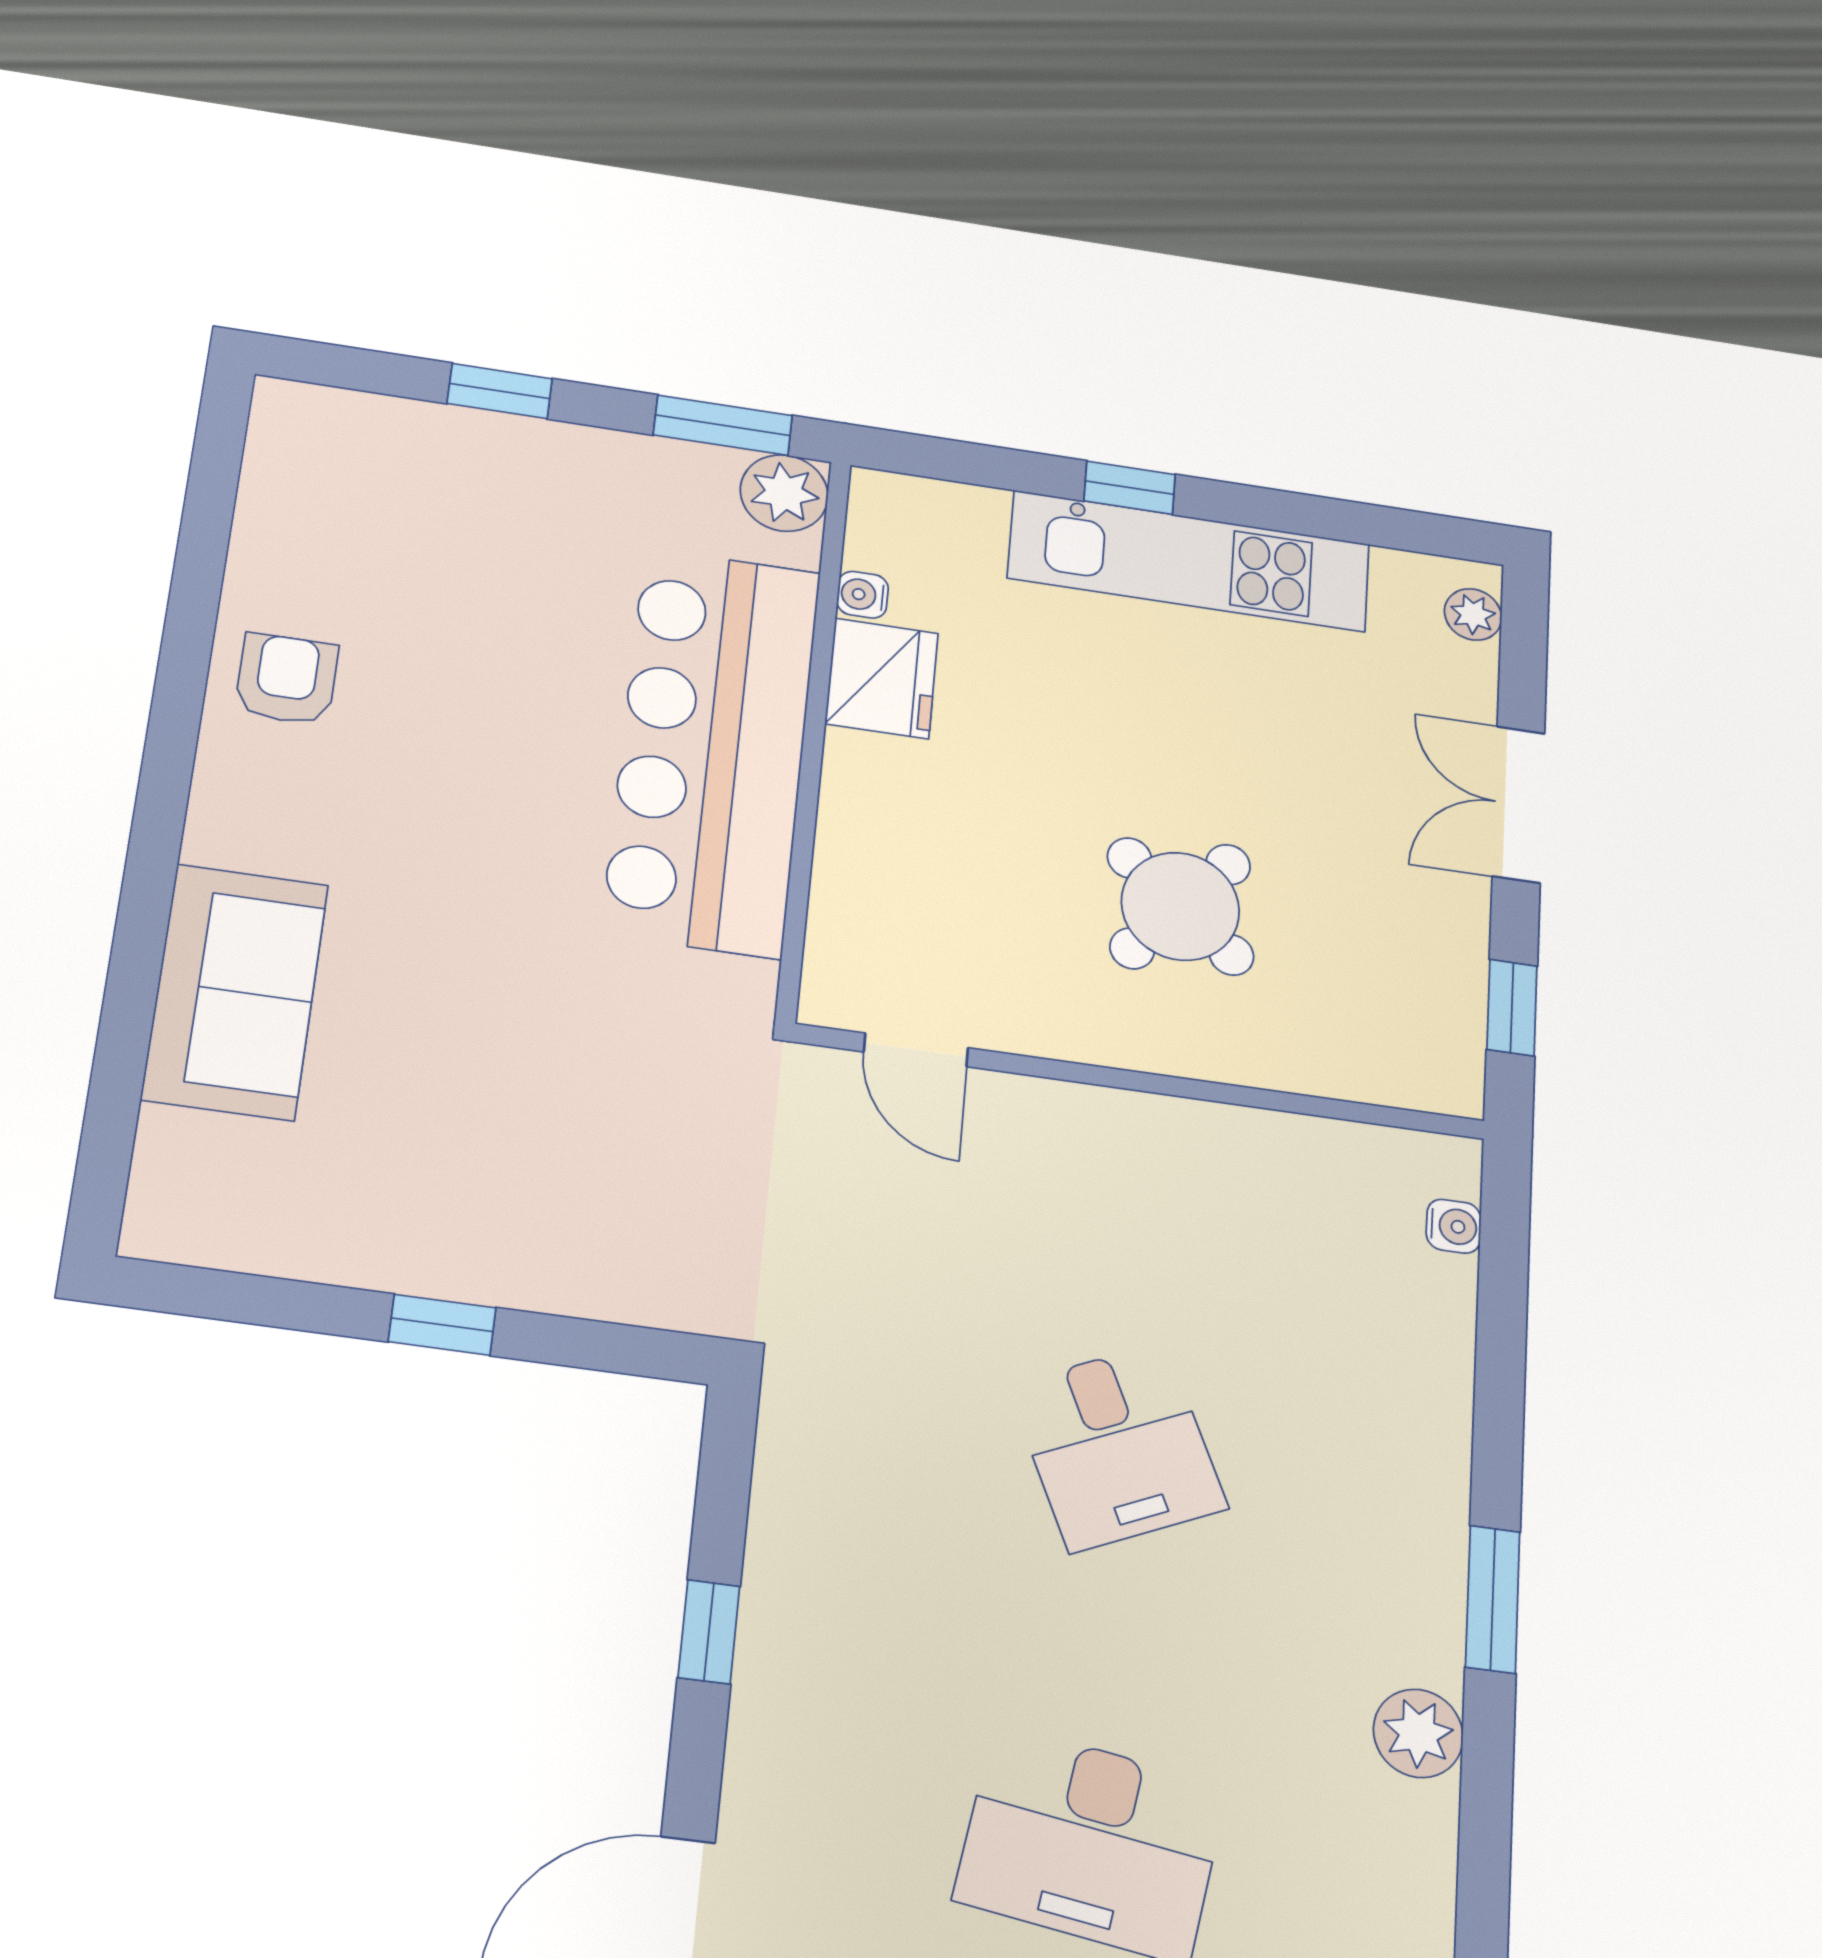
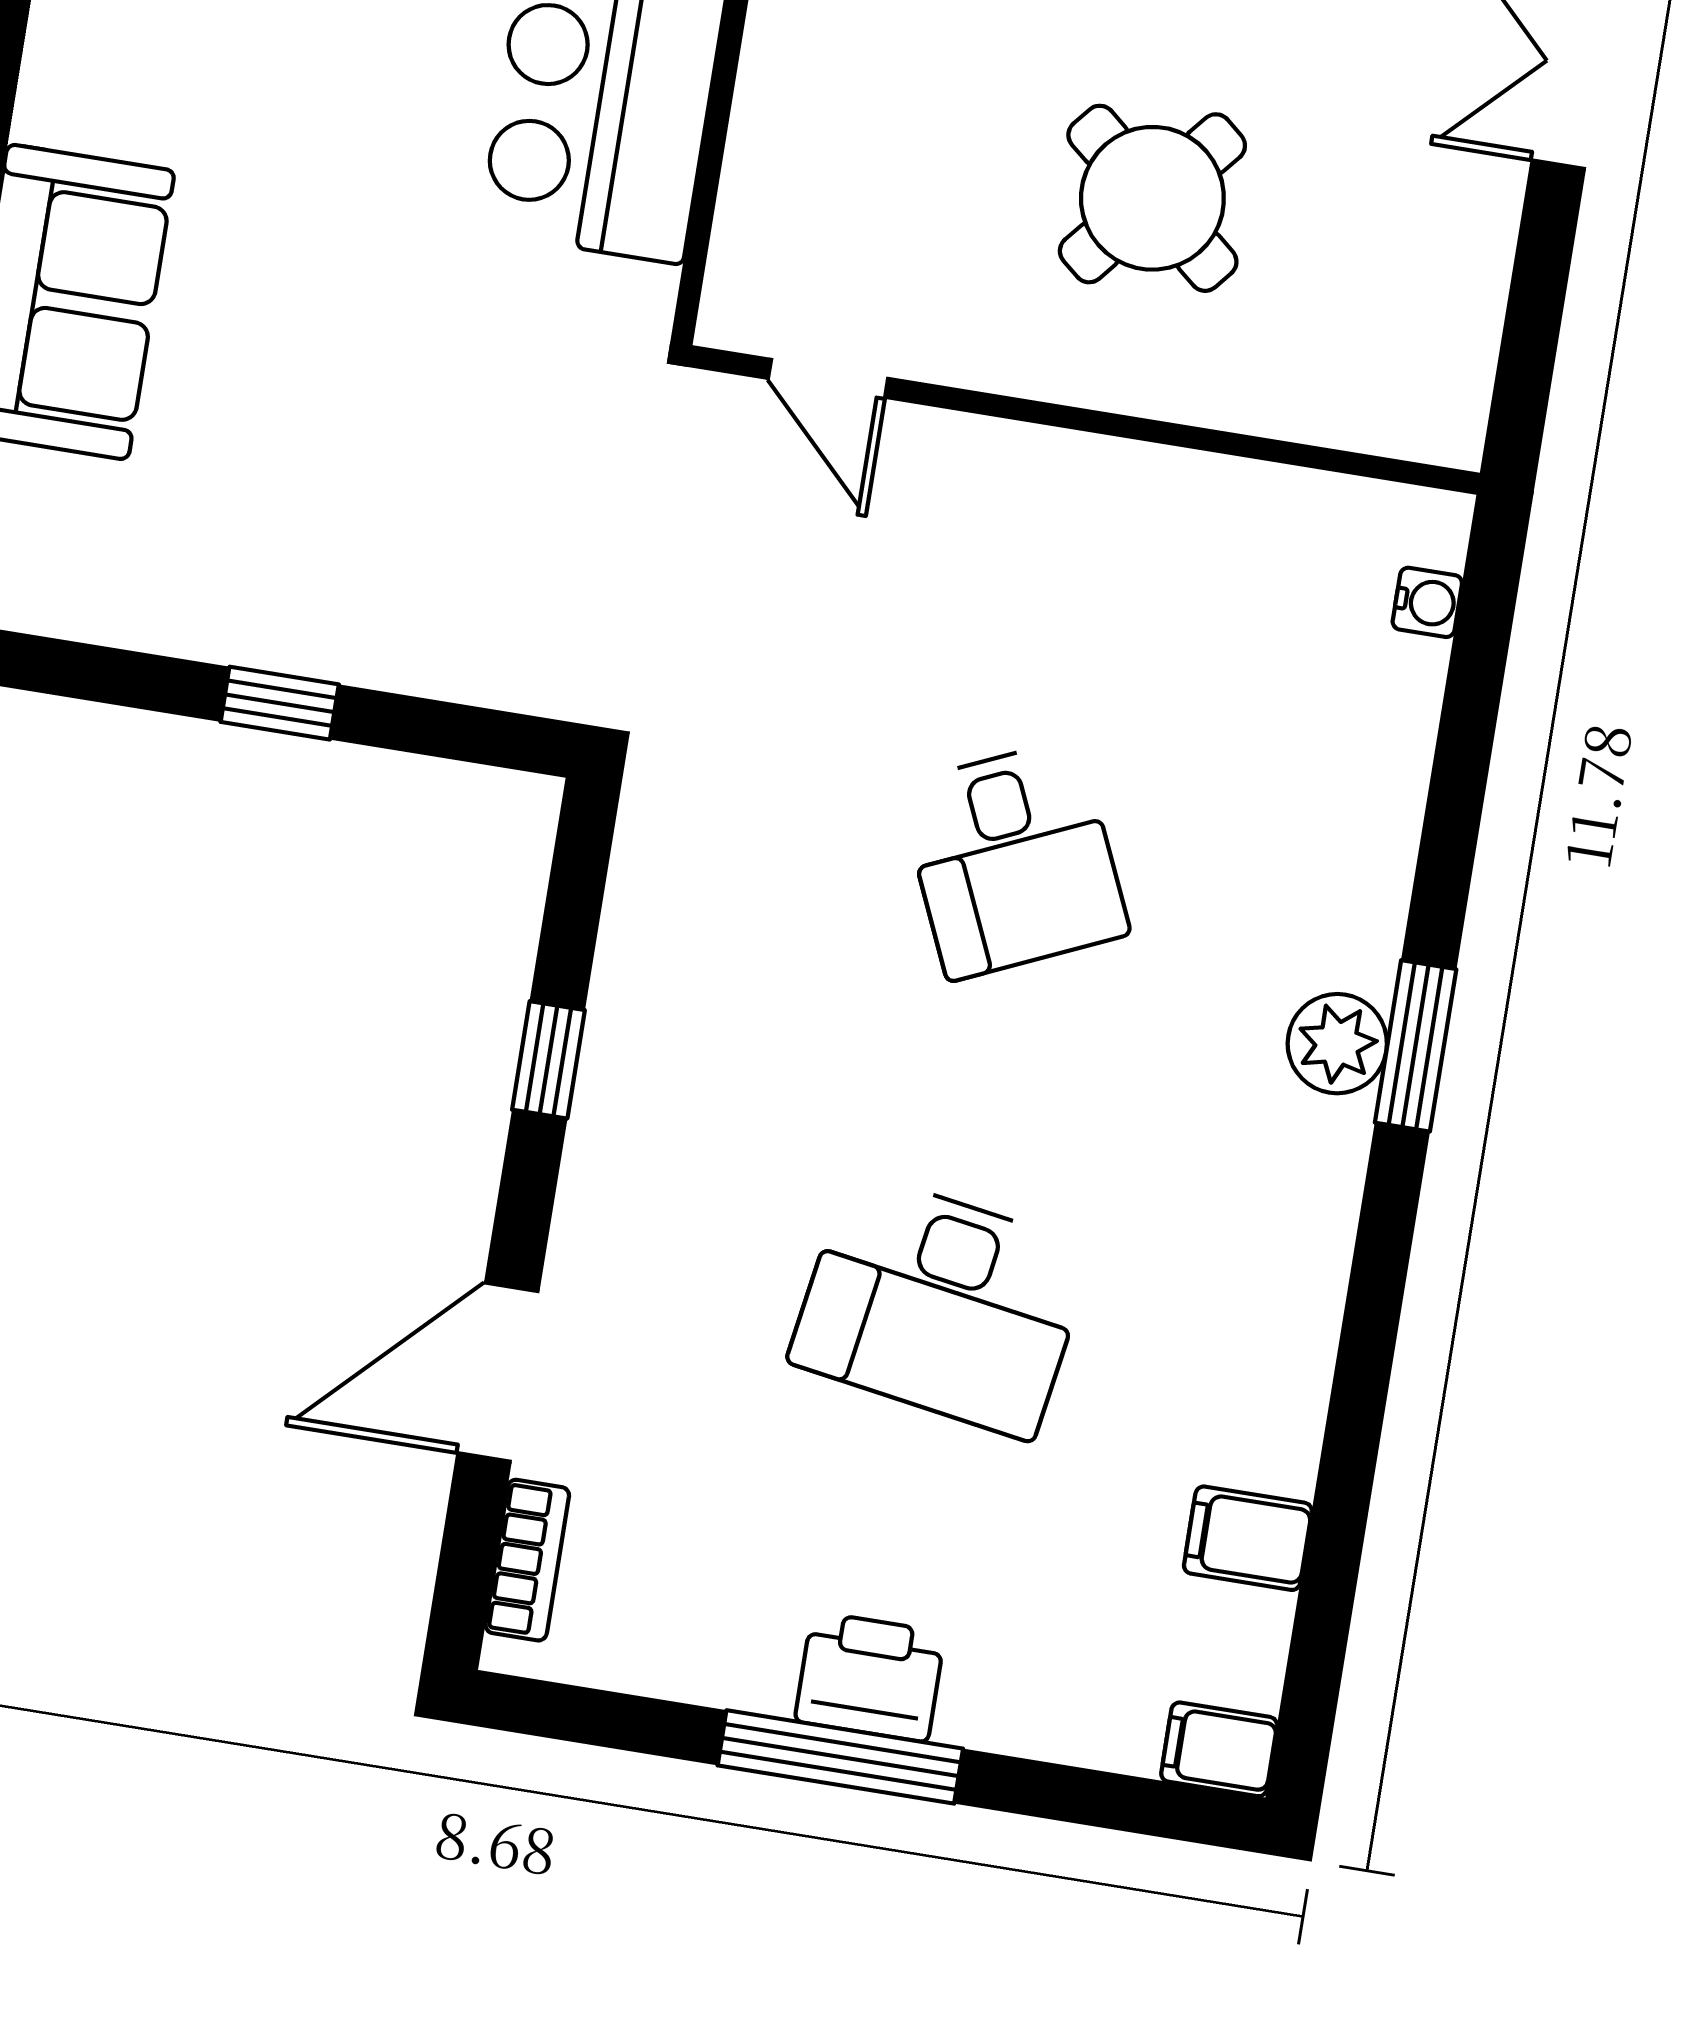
window: (1512, 1008) -> (1532, 330), removed
plant: (1418, 1733) -> (1337, 1044), moved

